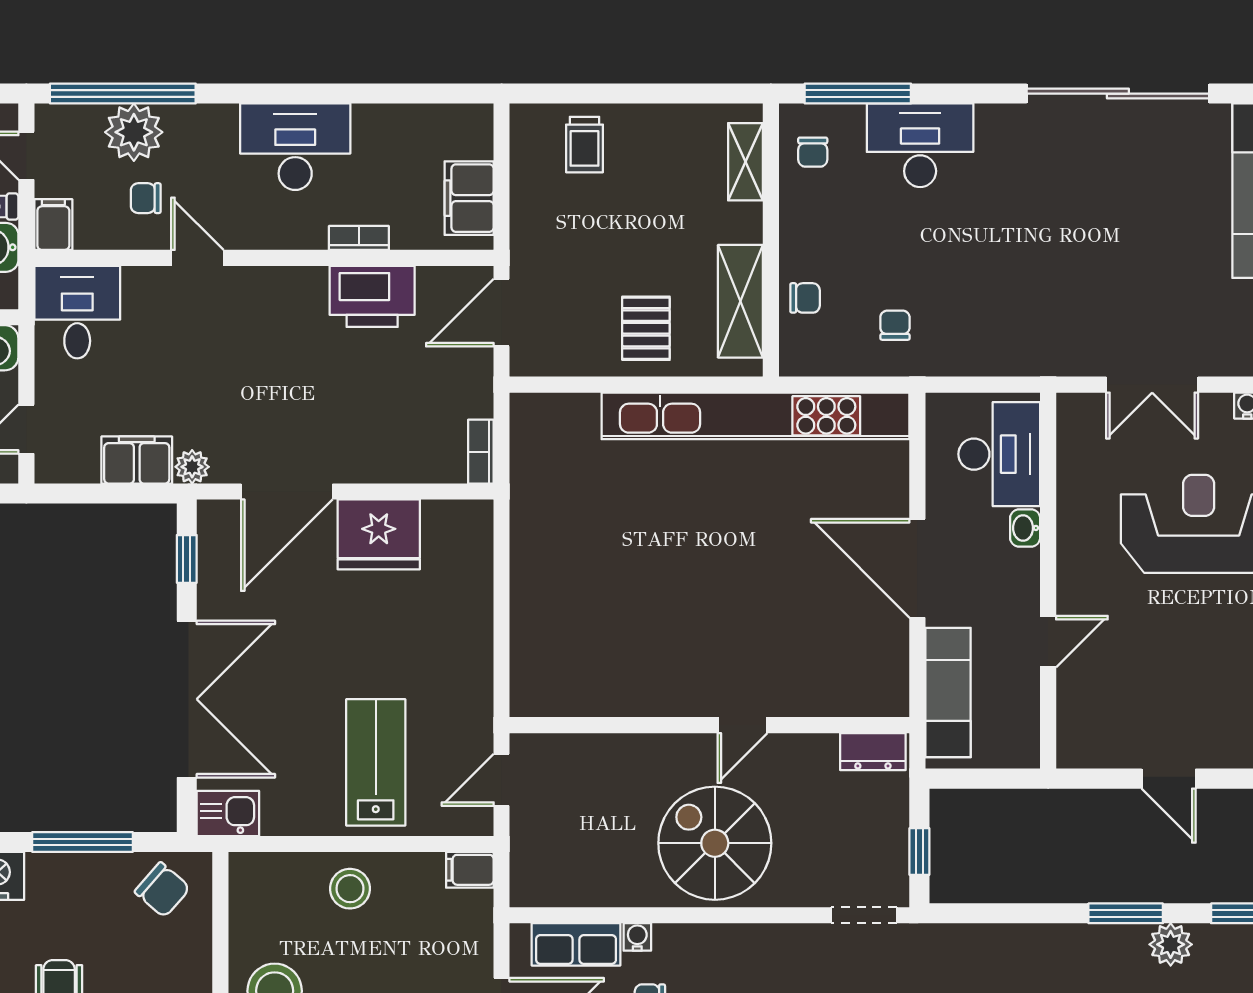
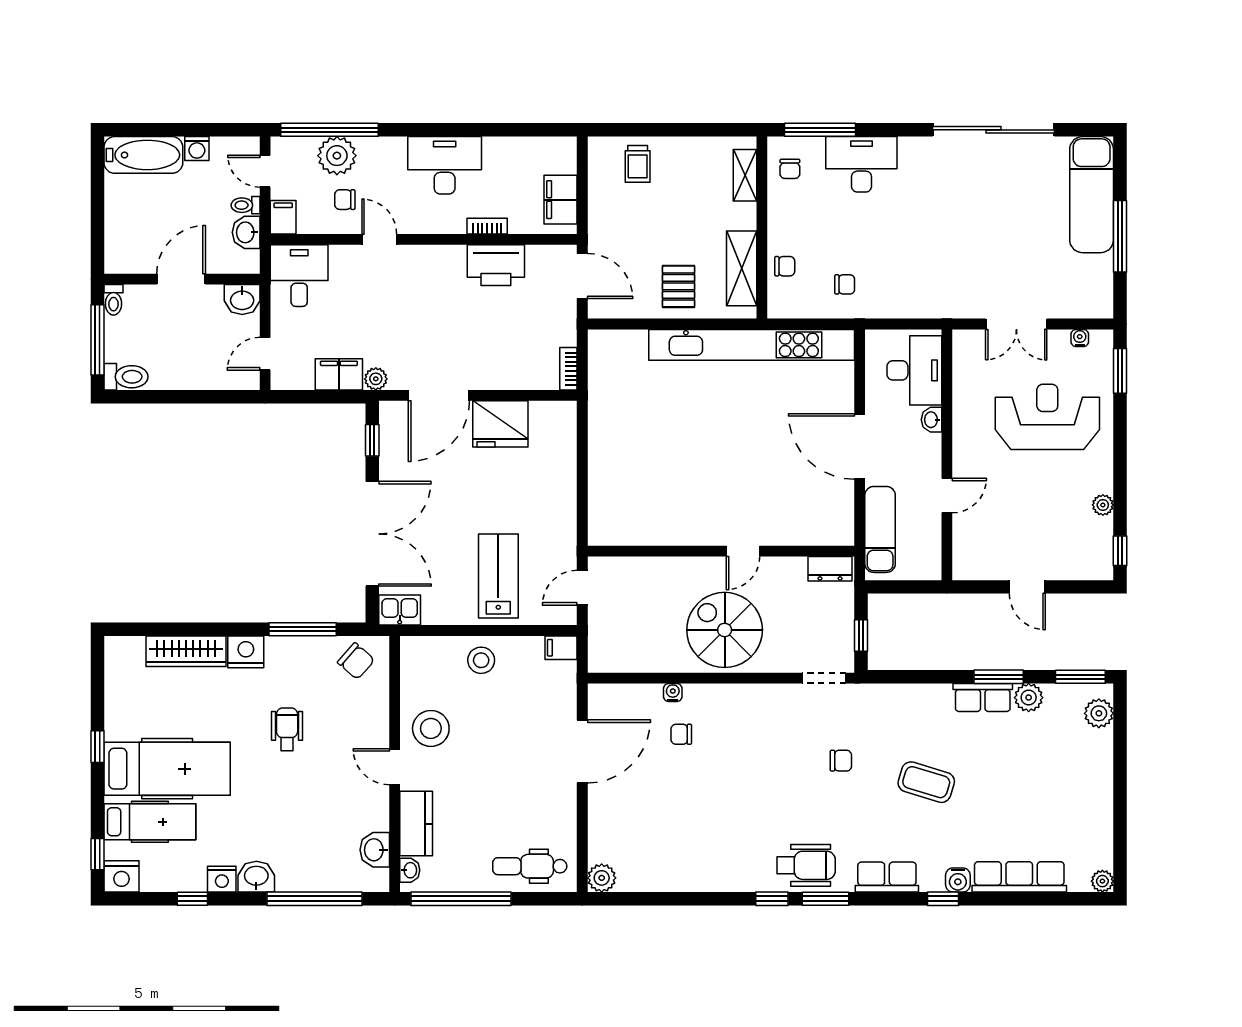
door: (502, 313) -> (582, 276), swing flipped
chair: (895, 325) -> (845, 284), turned 90
row of seats: (576, 944) -> (983, 697), moved

